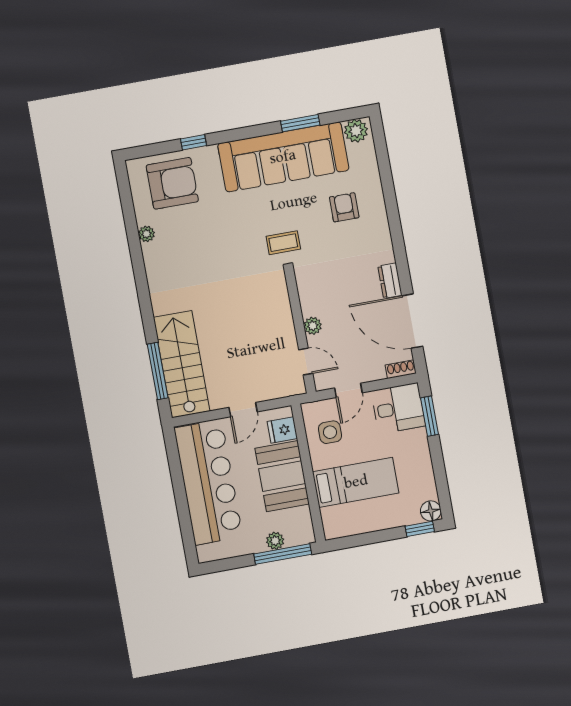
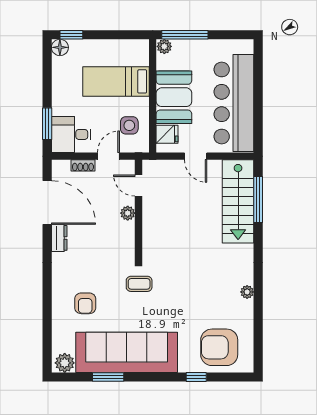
plant: (146, 234) -> (247, 292), moved
shoe rack: (401, 369) -> (83, 165), moved
door: (243, 410) -> (196, 156), swing flipped
plant: (275, 541) -> (164, 46), moved

